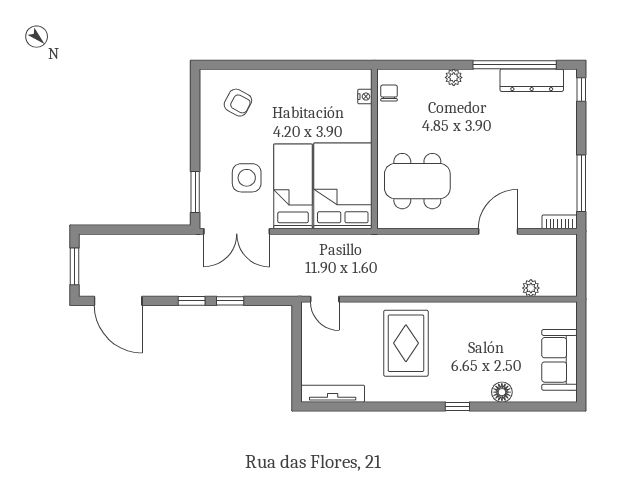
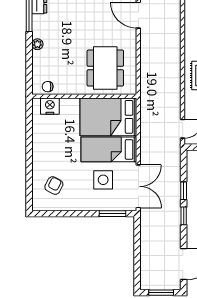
nightstand: (365, 97) -> (50, 106), width x1.89, depth x1.79

